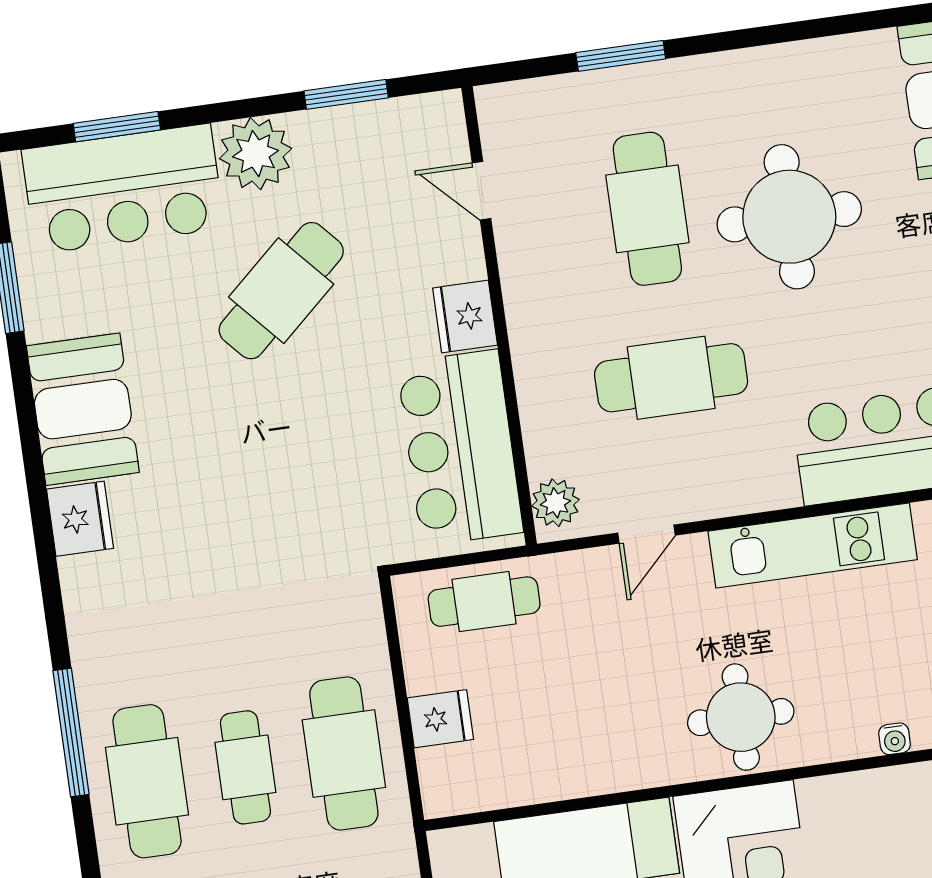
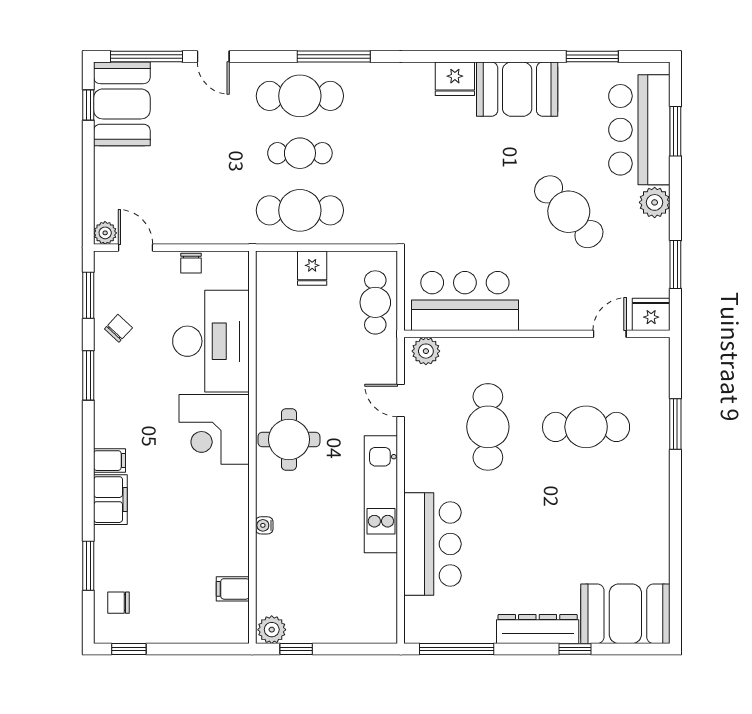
plant: (256, 154) -> (655, 202), width x0.73, depth x0.73
round table: (789, 217) -> (570, 507), removed
fridge: (465, 317) -> (651, 314), moved

